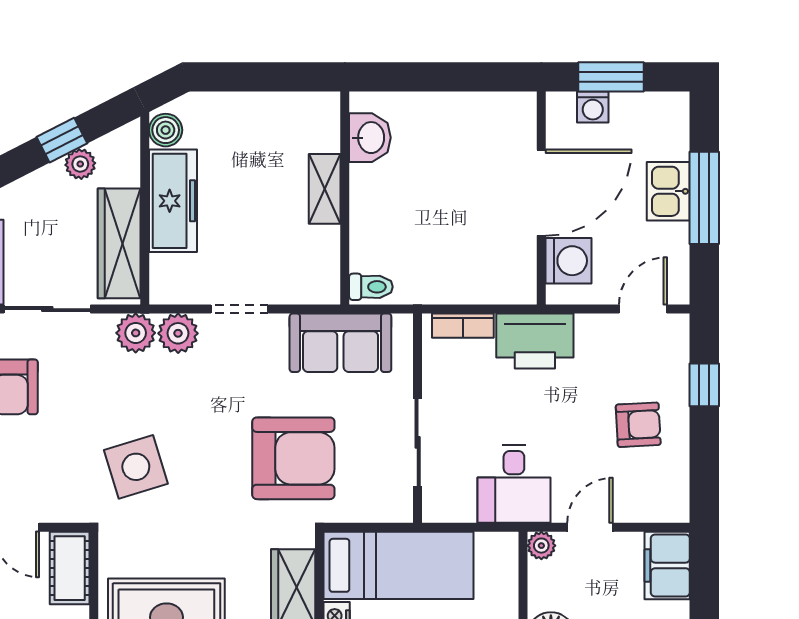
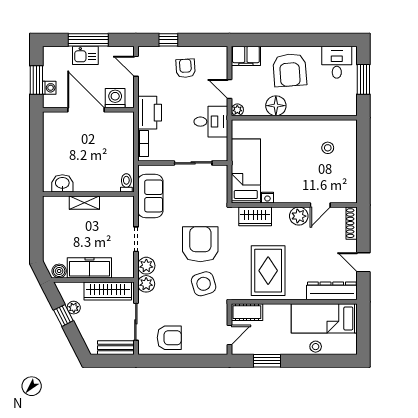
armchair: (293, 458) -> (200, 244), moved

